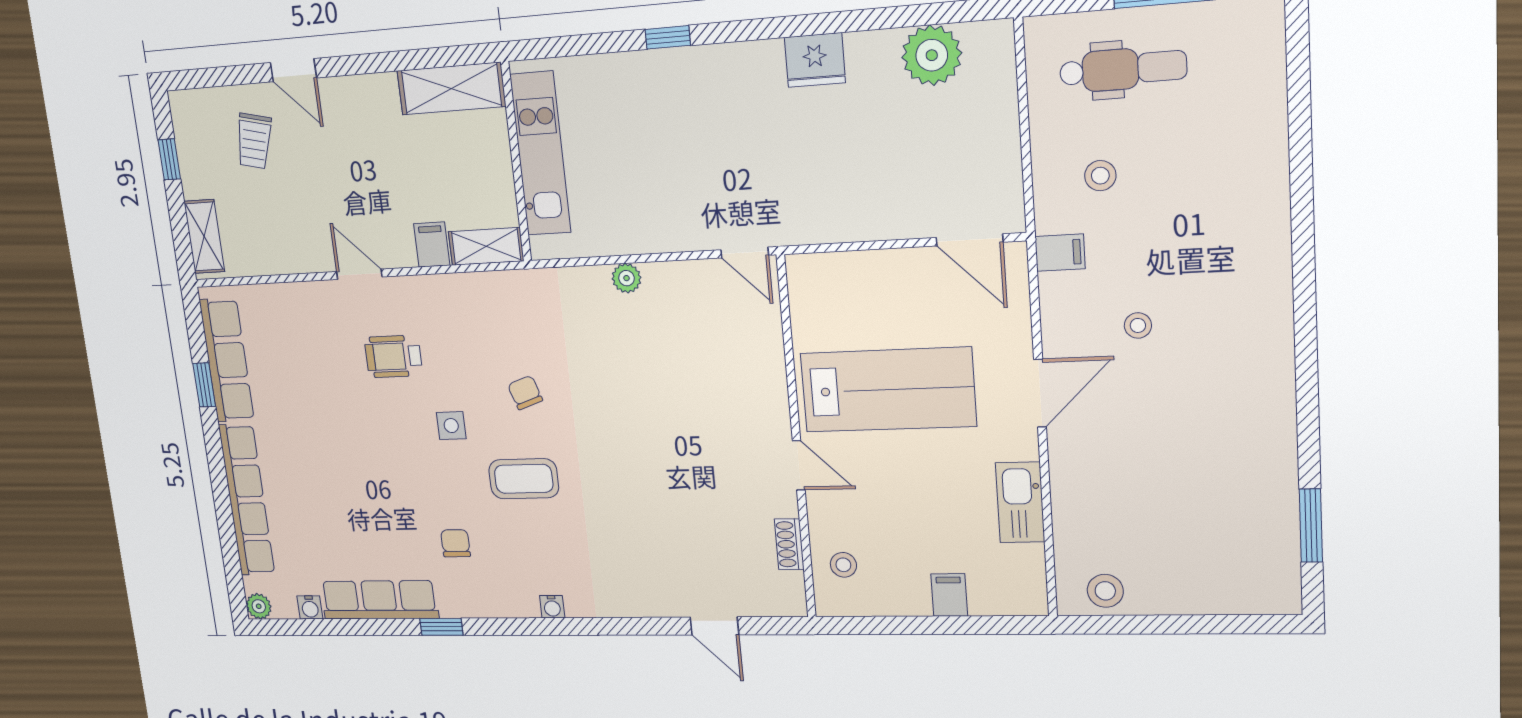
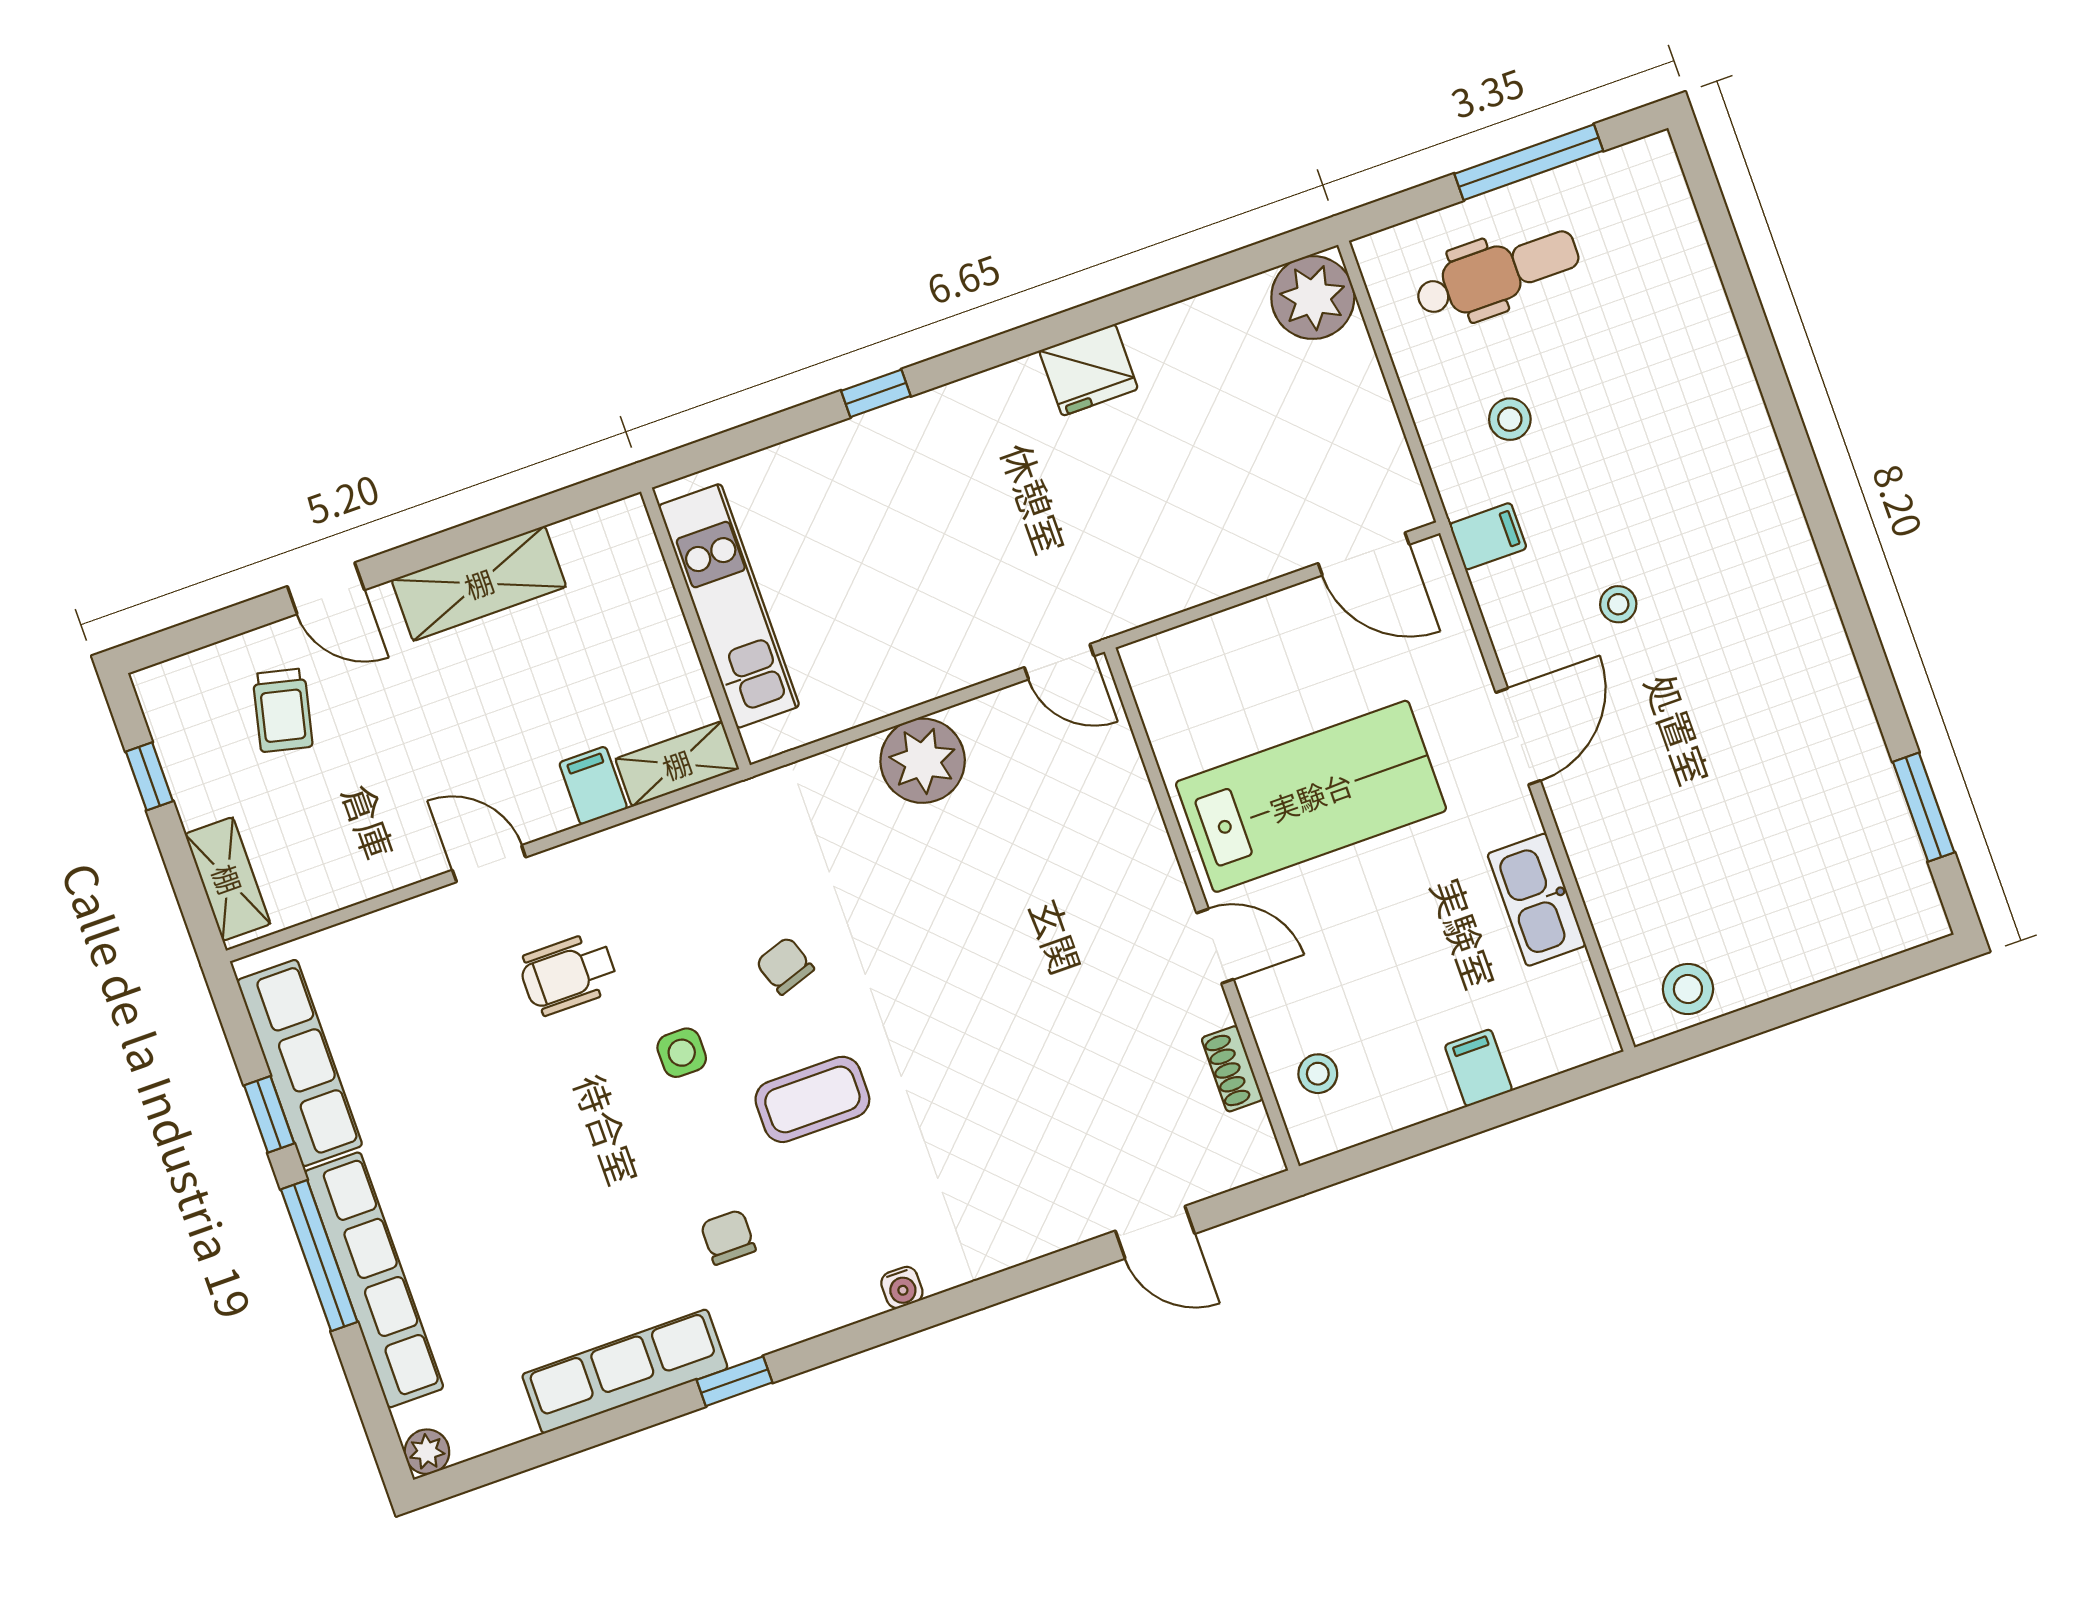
plant: (932, 55) -> (1313, 297), moved
shelving: (451, 89) -> (479, 583), moved
plant: (626, 278) -> (923, 761), width x1.87, depth x1.87
window: (218, 476) -> (319, 1256), added
water cooler: (310, 607) -> (513, 1424), removed

